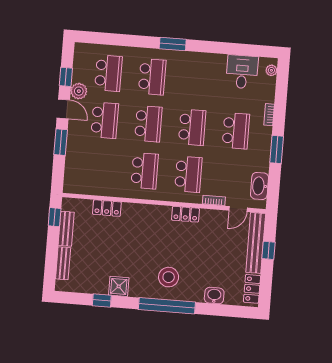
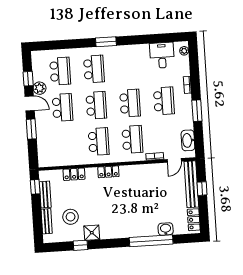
locker: (185, 214) -> (108, 172), moved
stool: (169, 277) -> (71, 217), moved
window: (167, 306) -> (151, 241), moved

